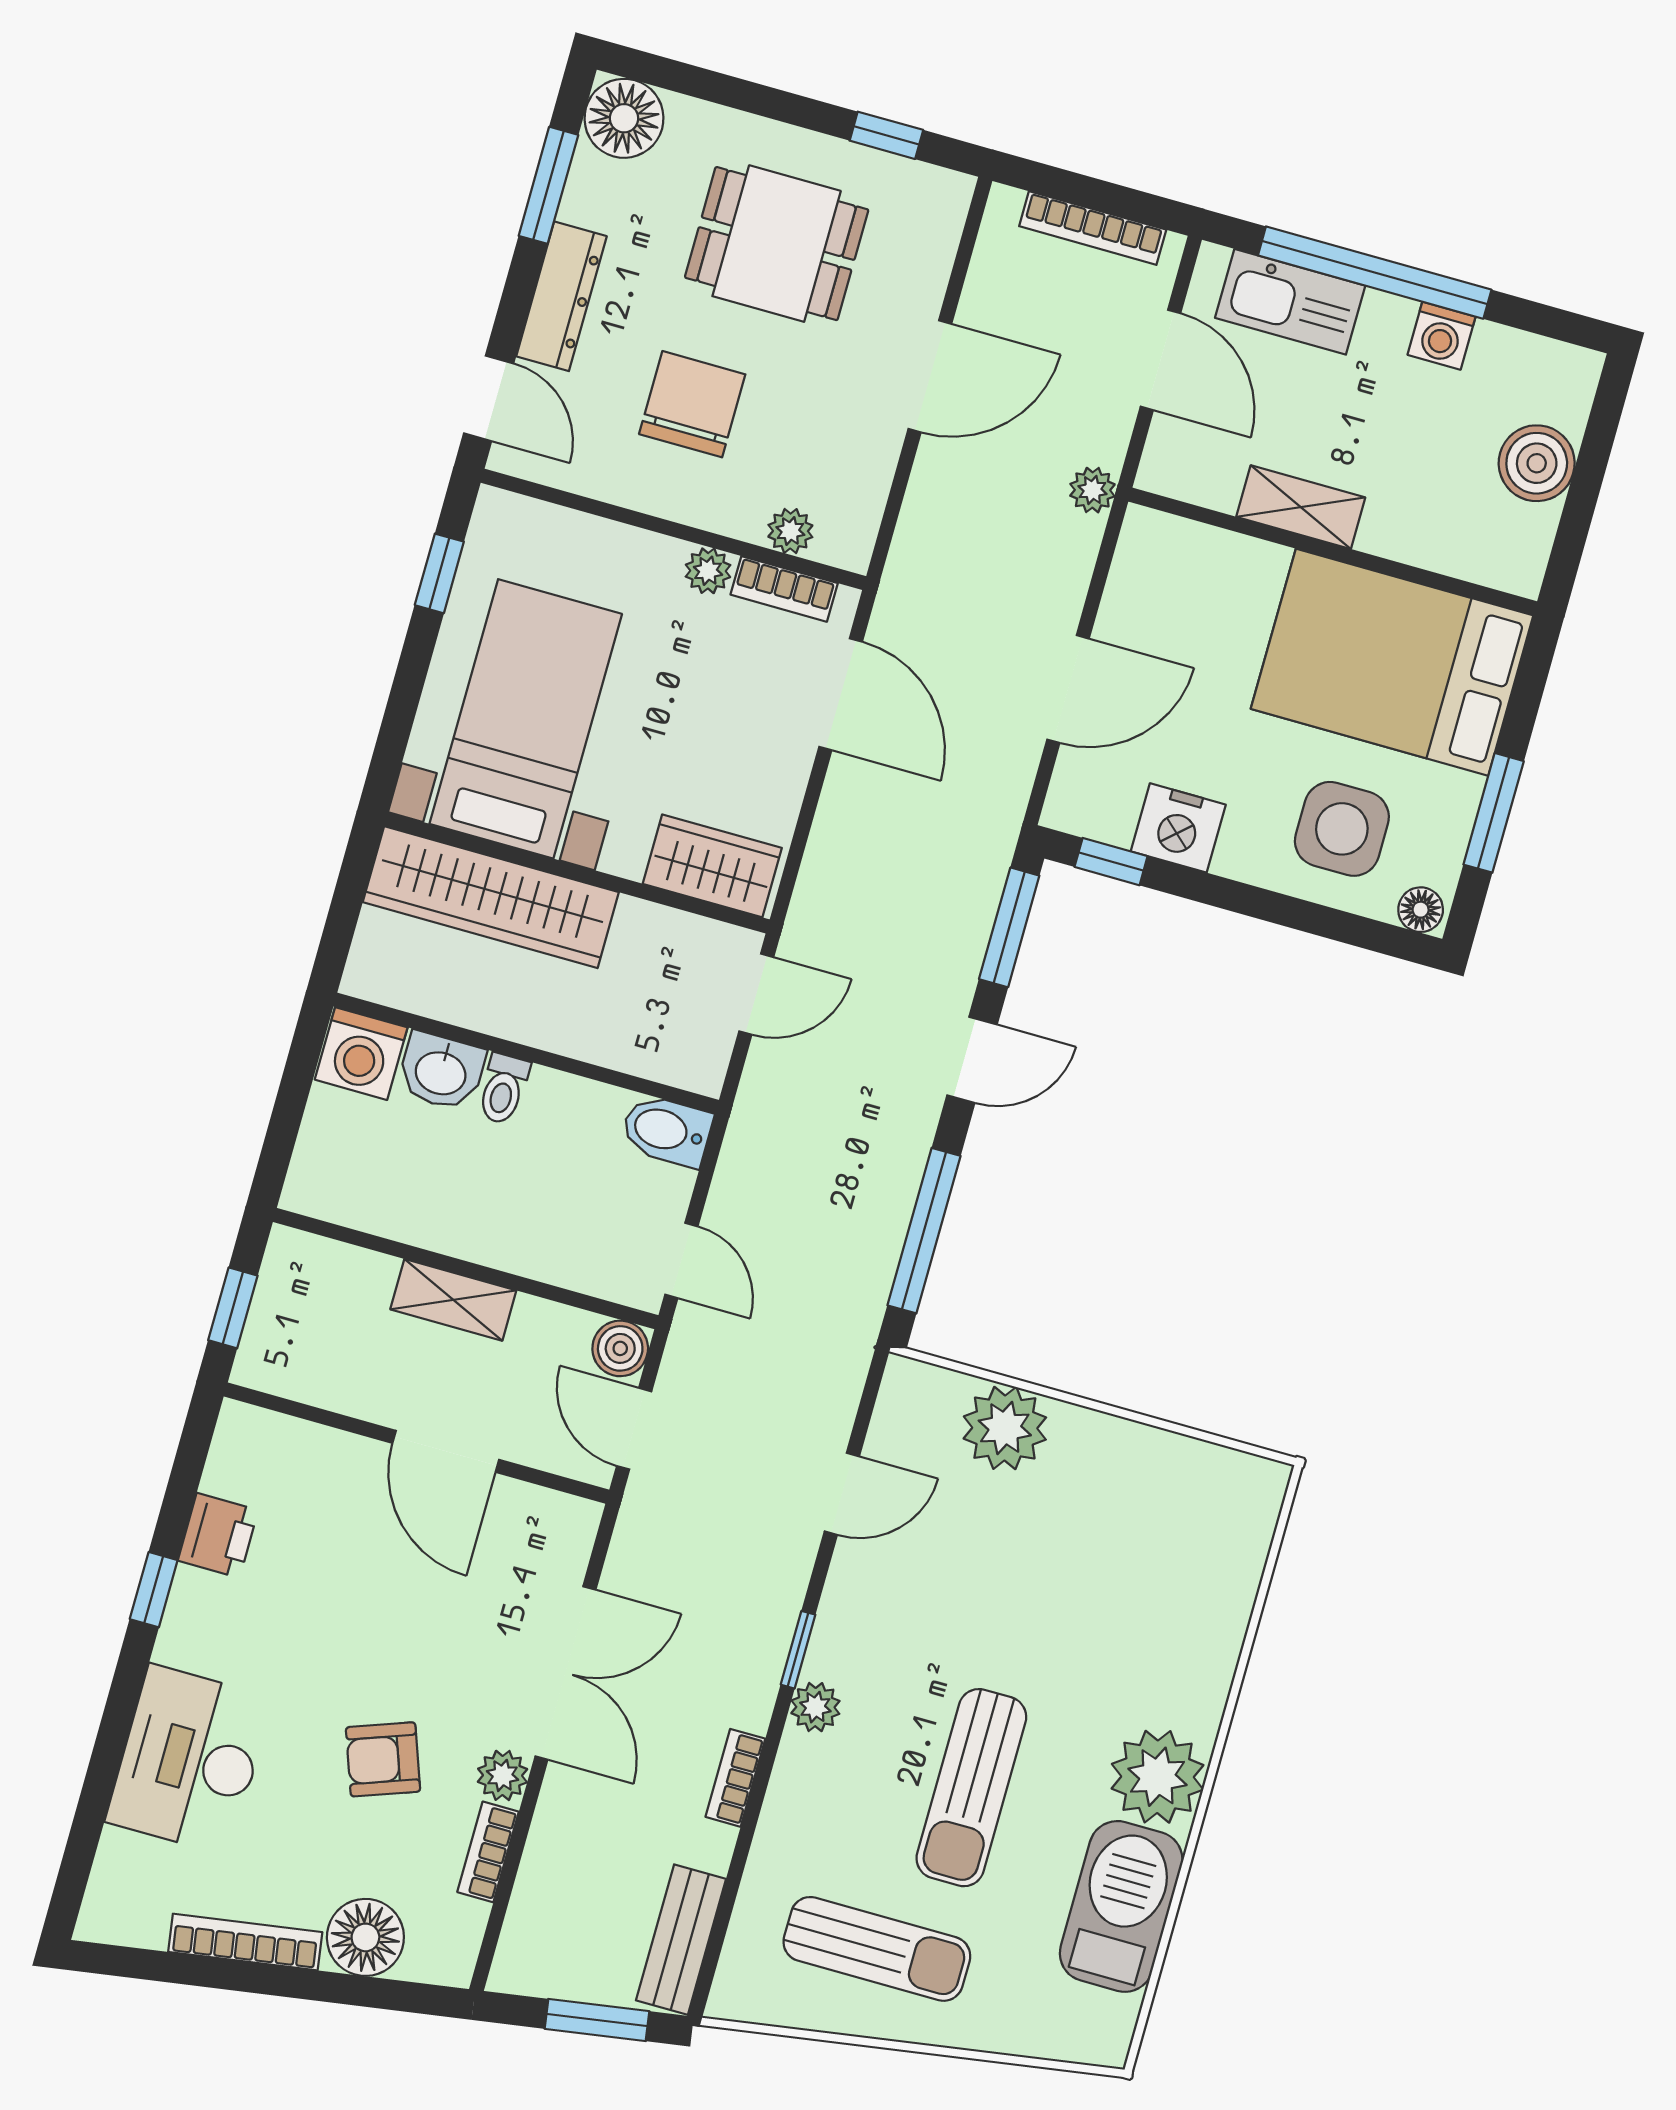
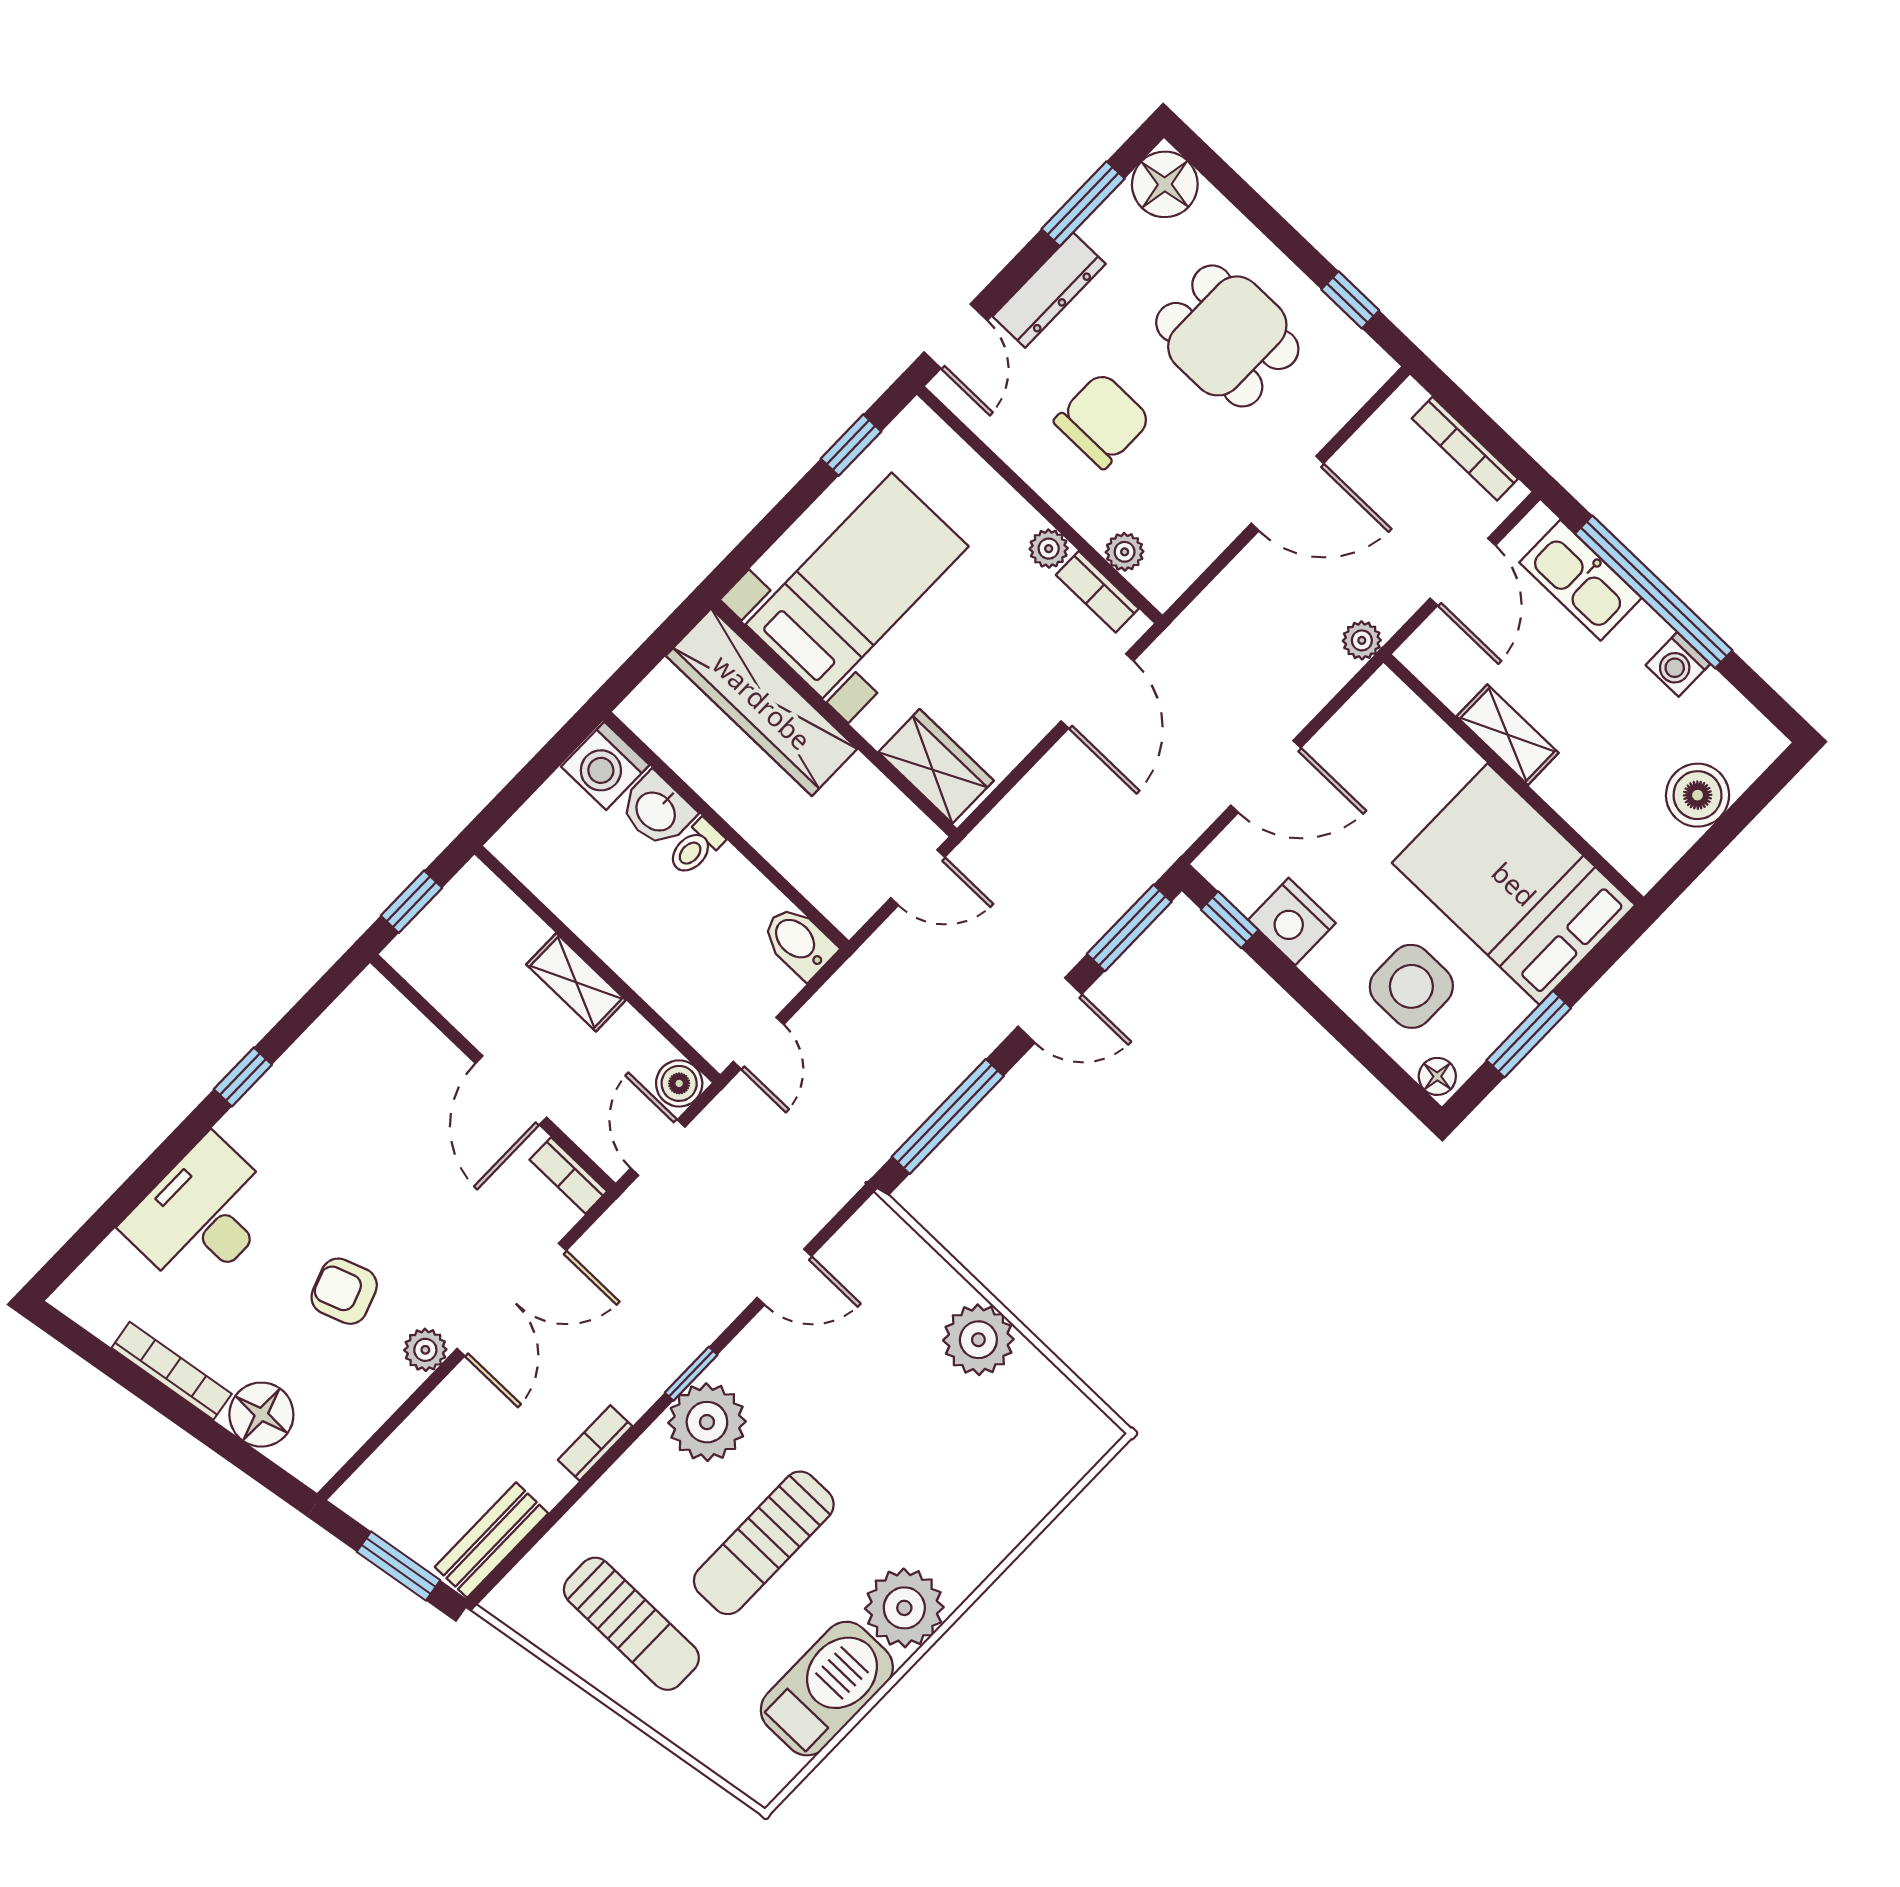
plant: (1005, 1428) -> (978, 1340), moved
printer: (218, 1535) -> (311, 1062), removed
plant: (815, 1707) -> (707, 1422), width x1.87, depth x1.87
bookcase: (488, 1852) -> (568, 1175), moved, turned -90

